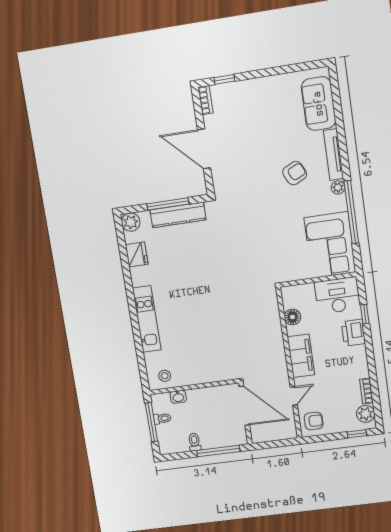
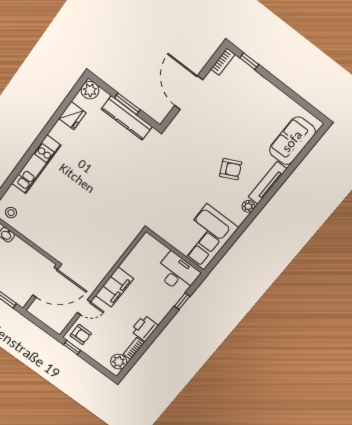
window: (168, 204) -> (127, 104), width x0.69
window: (351, 212) -> (240, 230), removed
floor lamp: (292, 317) -> (134, 258), removed
printer: (353, 333) -> (144, 328), moved
door: (244, 406) -> (45, 282), hinge flipped
window: (357, 434) -> (72, 347), moved

